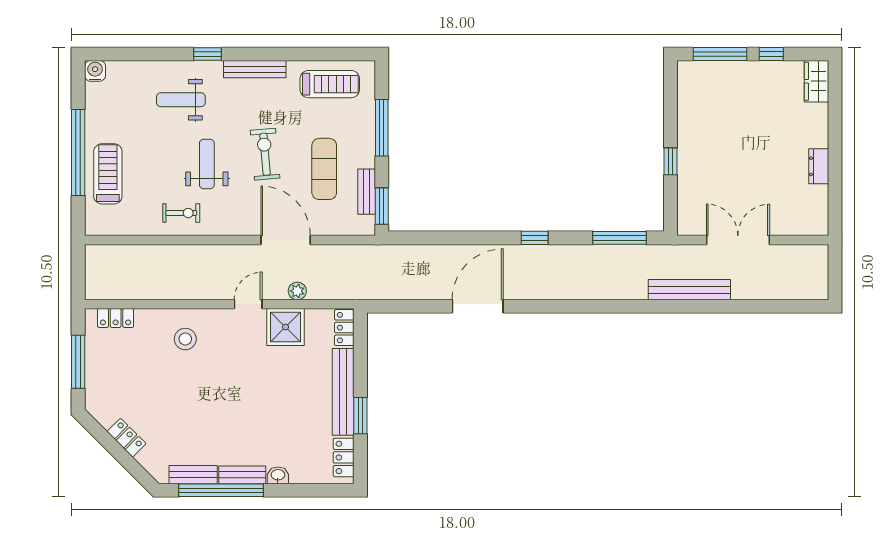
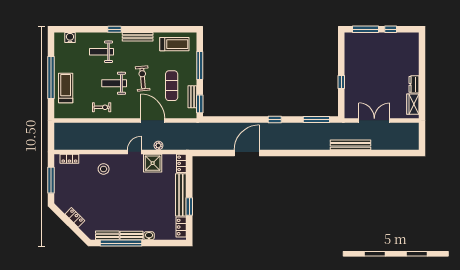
water cooler: (95, 71) -> (70, 38), moved
wardrobe: (817, 81) -> (413, 104), moved
weight bench: (207, 164) -> (114, 83), turned -90

